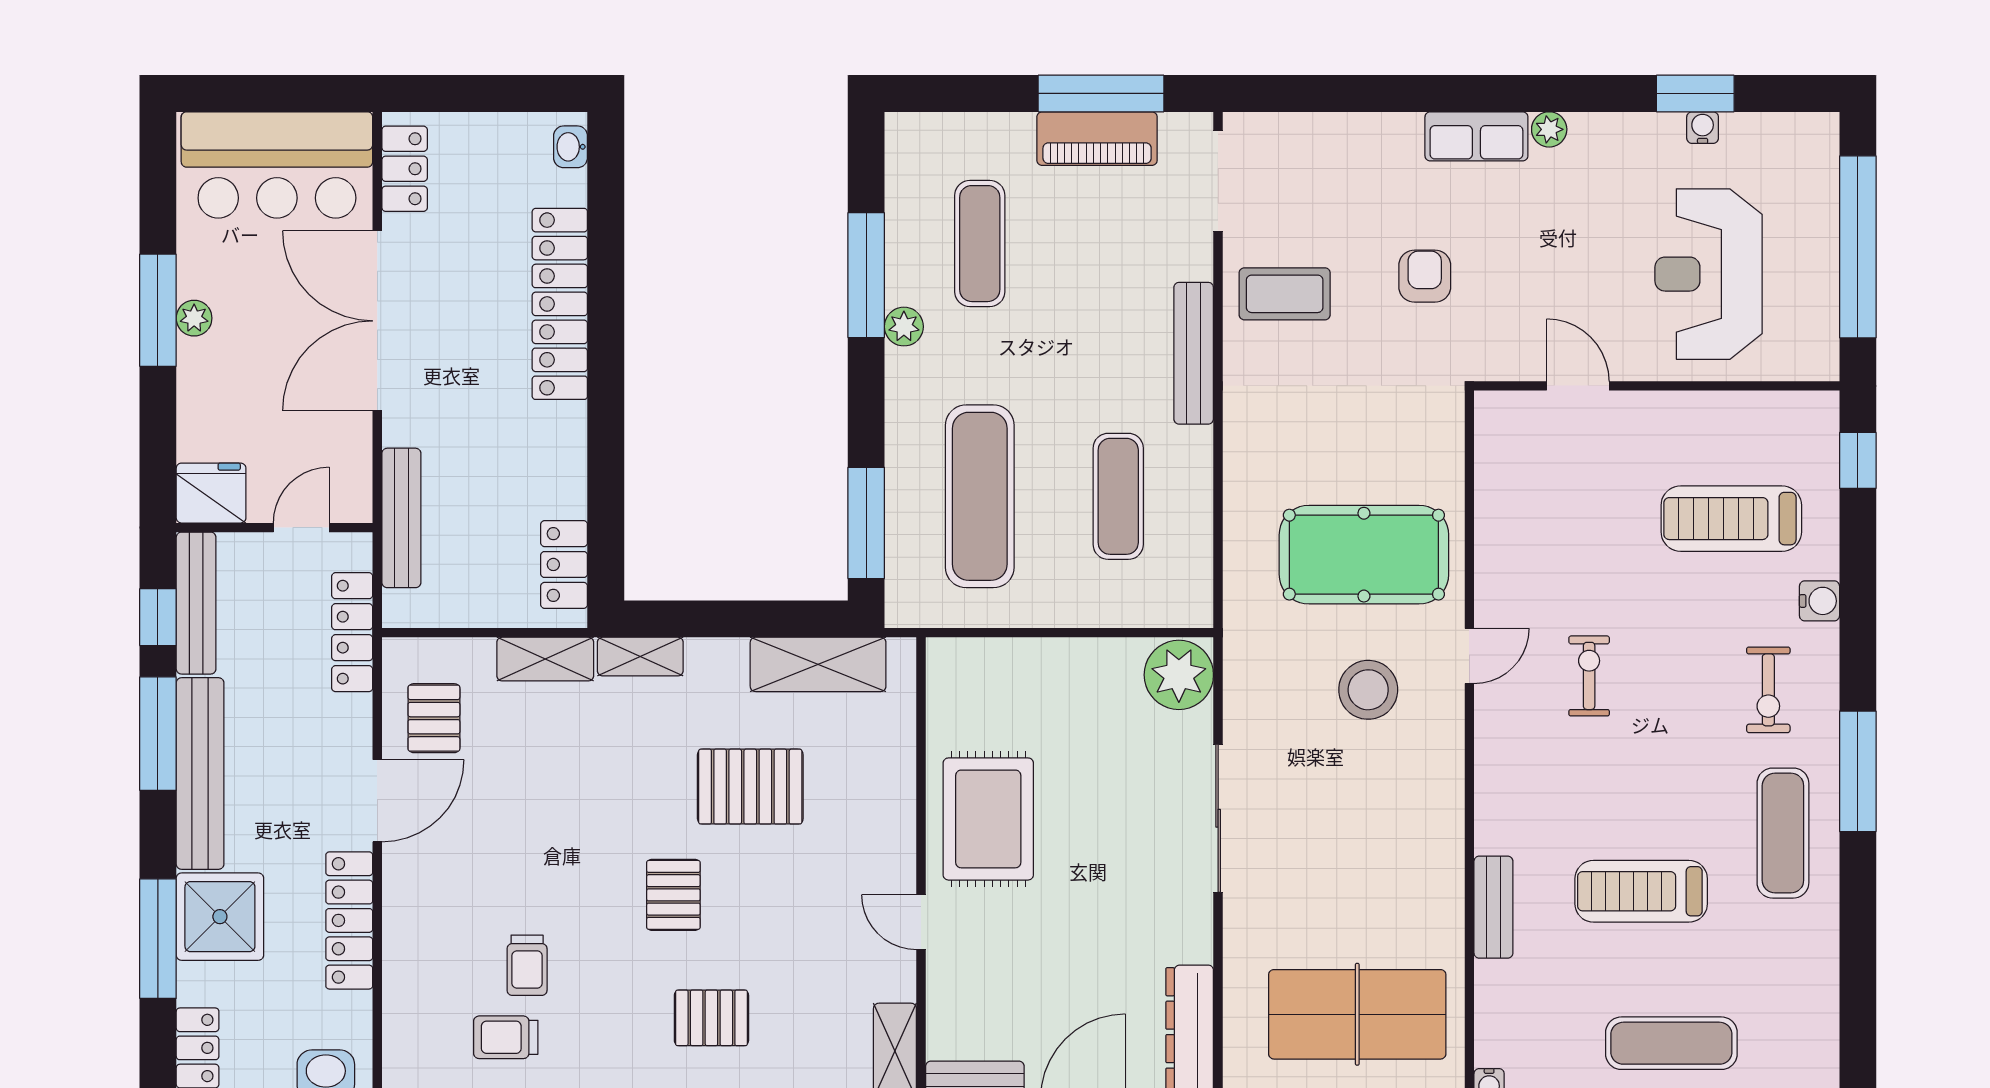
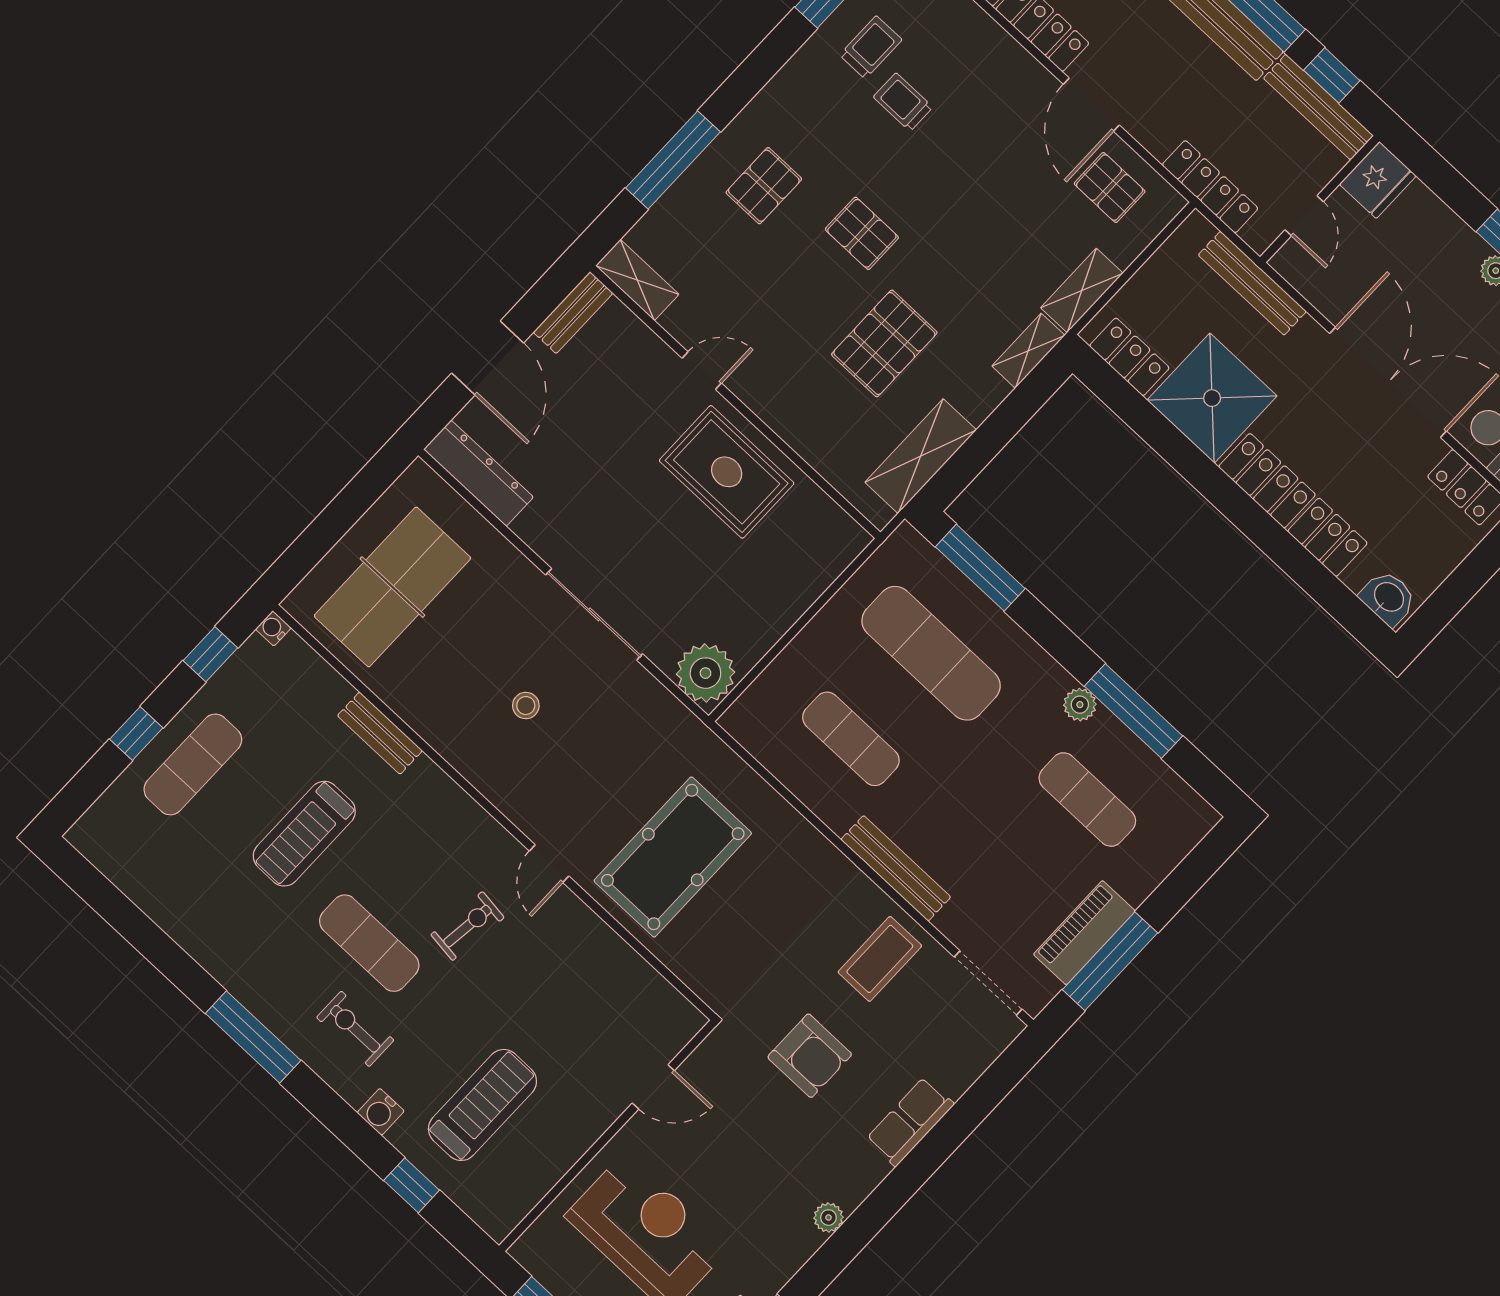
row of seats: (1476, 136) -> (910, 1122), moved
washbasin: (571, 147) -> (1388, 598), width x1.38, depth x1.45
armchair: (1425, 276) -> (810, 1056), width x1.38, depth x1.38
shower: (533, 460) -> (1212, 398), added
window: (1858, 460) -> (412, 1185), moved
exercise bike: (1589, 676) -> (468, 926), turned -83
stool: (1368, 690) -> (526, 706), moved, width x0.53, depth x0.53
exercise mat: (1783, 833) -> (369, 943), moved
treadmill: (1641, 891) -> (304, 834), turned 180

